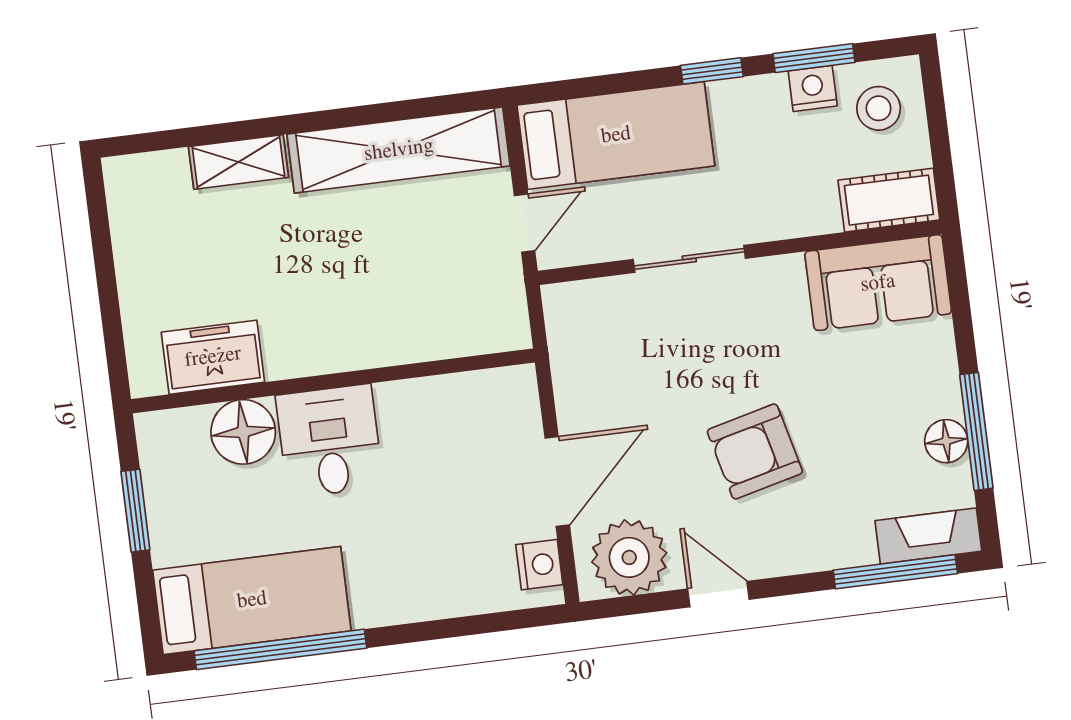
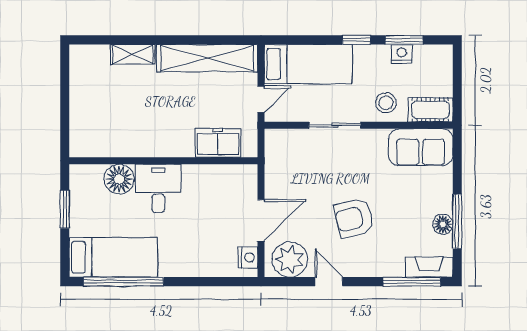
stool: (879, 108) -> (386, 103), moved
freezer: (213, 357) -> (218, 143), moved

